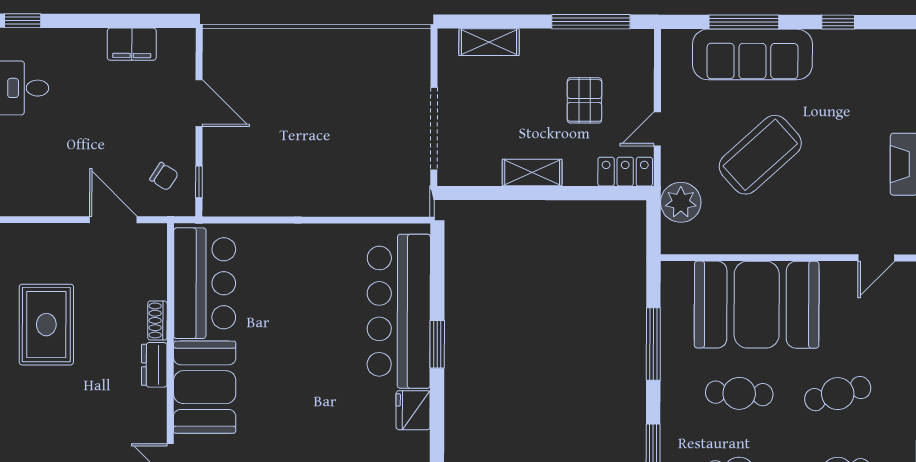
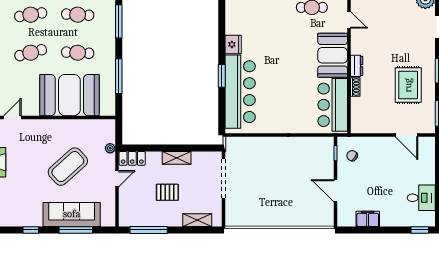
pallet: (584, 100) -> (167, 192), moved, turned 90
plant: (681, 202) -> (110, 148), width x0.53, depth x0.53
door: (113, 220) -> (407, 135), moved

